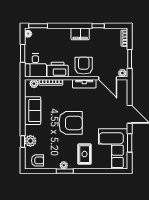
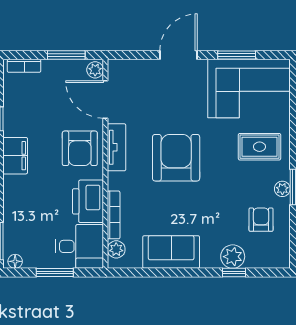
armchair: (84, 66) -> (80, 148), turned -90
door: (108, 78) -> (105, 99), swing flipped
armchair: (71, 123) -> (176, 158), moved
armchair: (38, 160) -> (261, 220), moved

